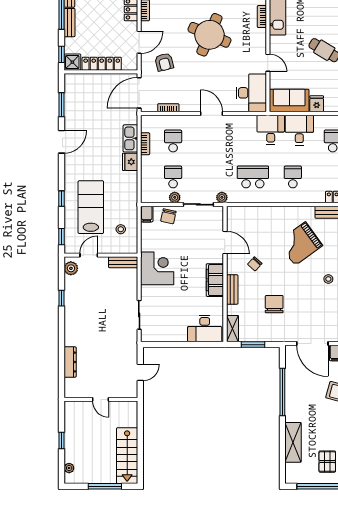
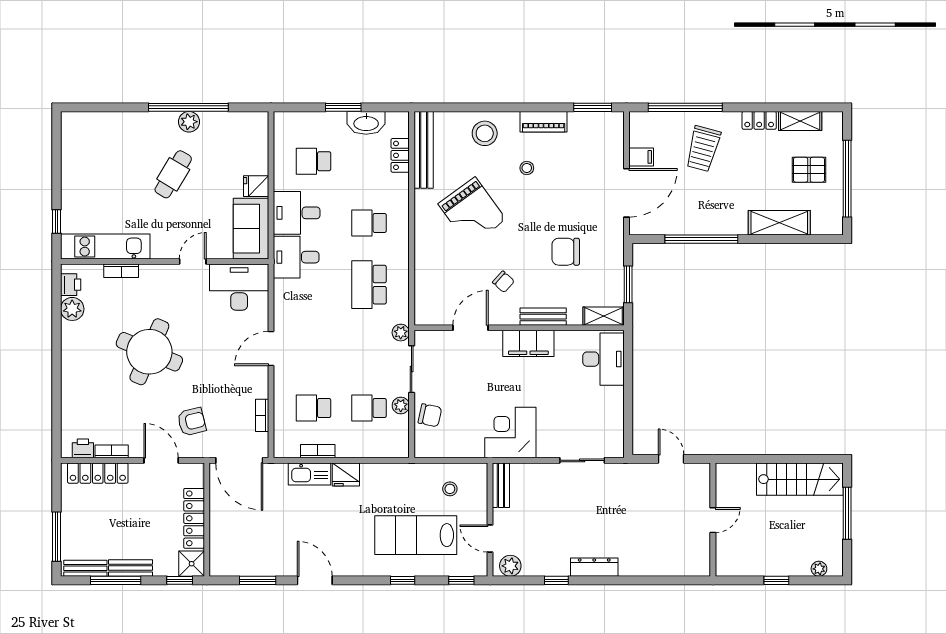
filing cabinet: (147, 214) -> (426, 449), removed
dresser: (70, 362) -> (594, 567), moved

